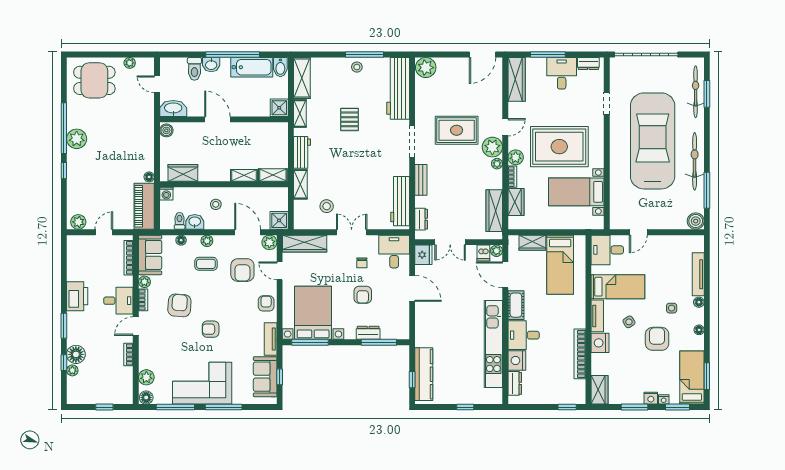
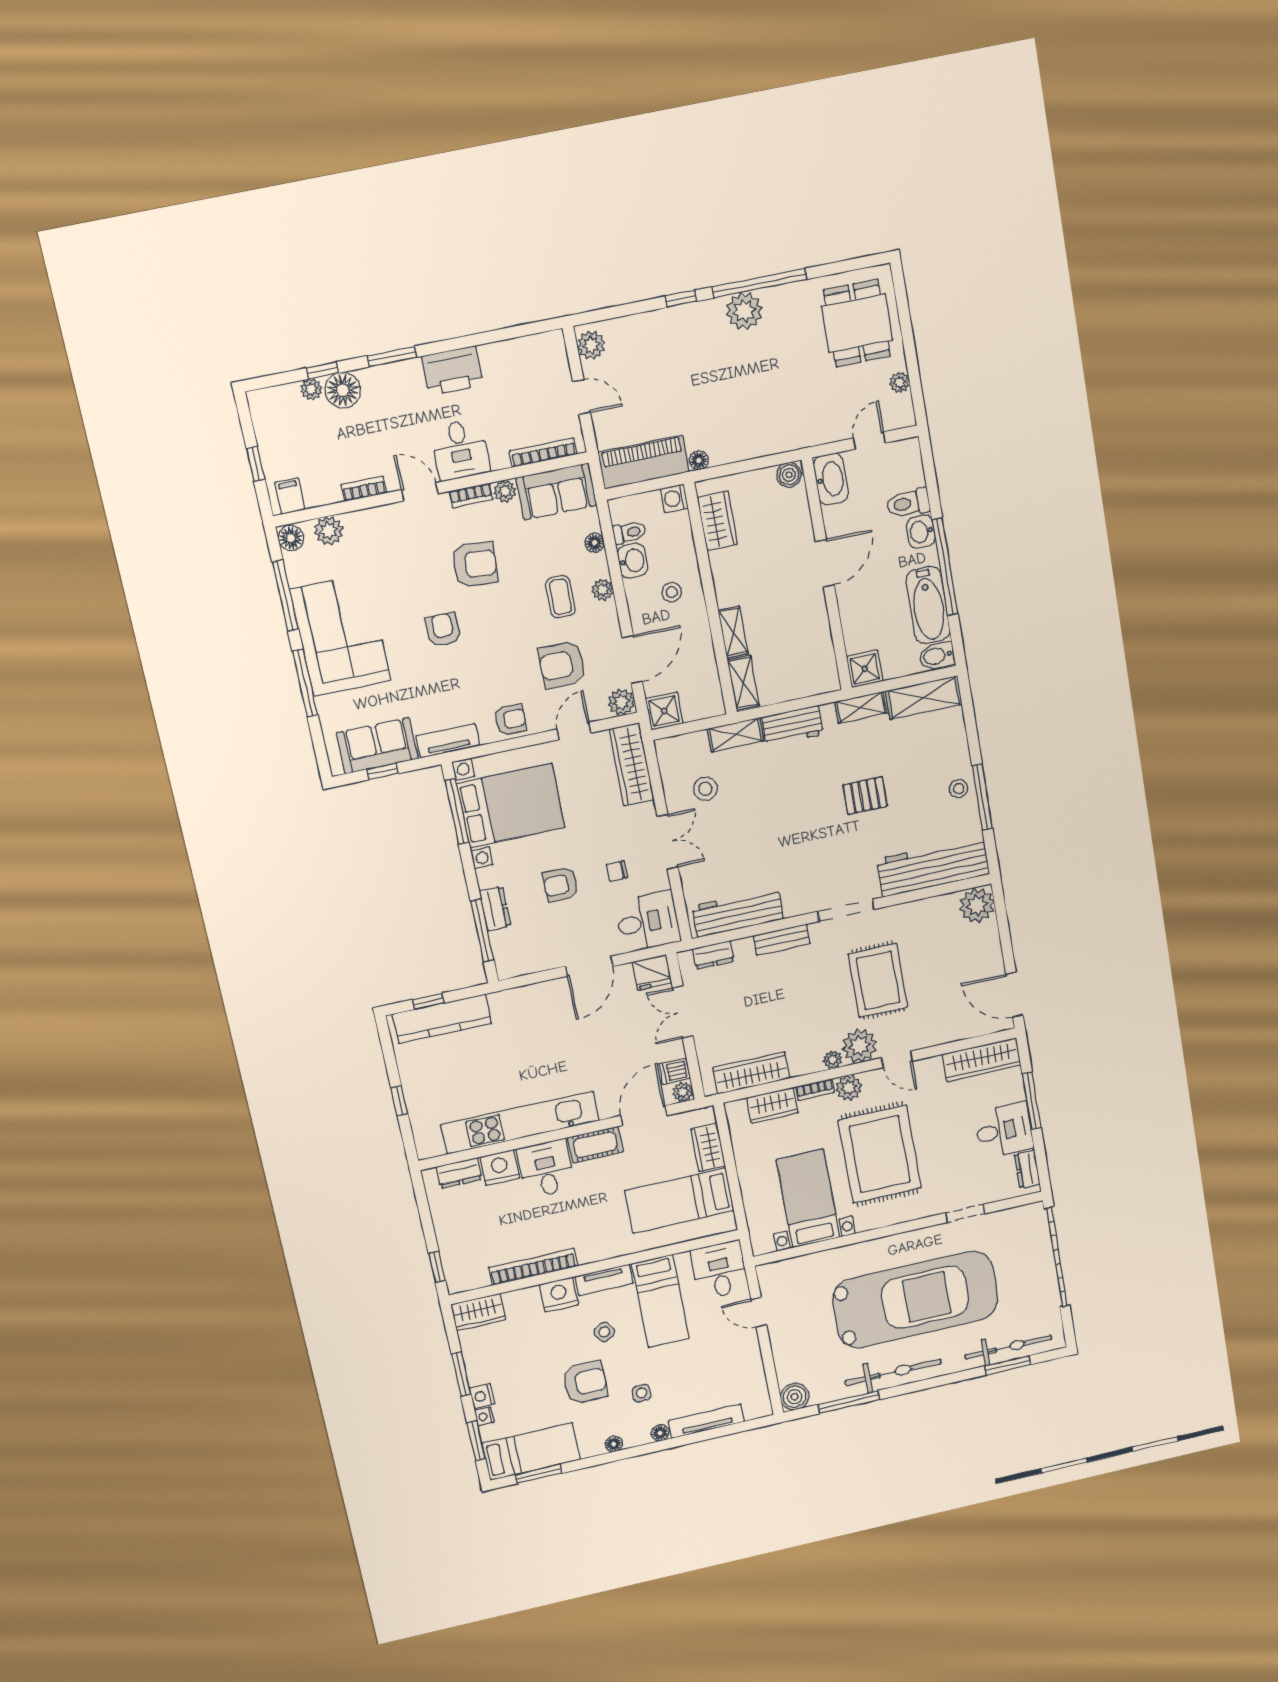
filing cabinet: (124, 393) -> (290, 496), added

